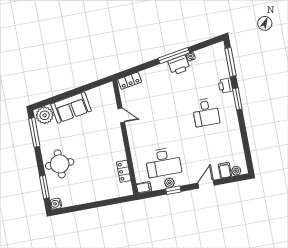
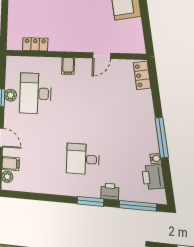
printer: (179, 65) -> (153, 177), moved
filing cabinet: (144, 187) -> (68, 66), moved

